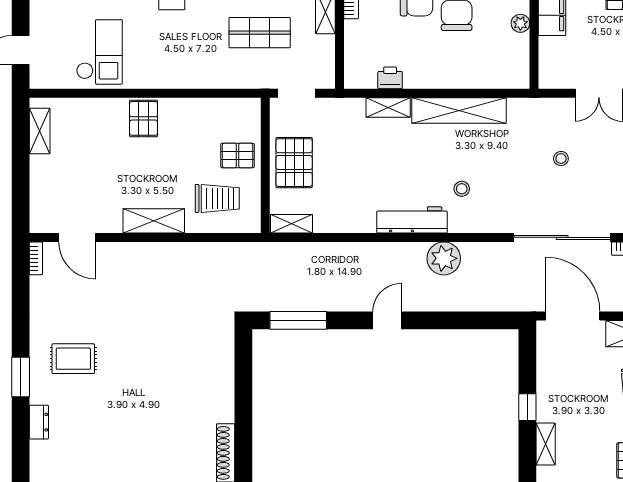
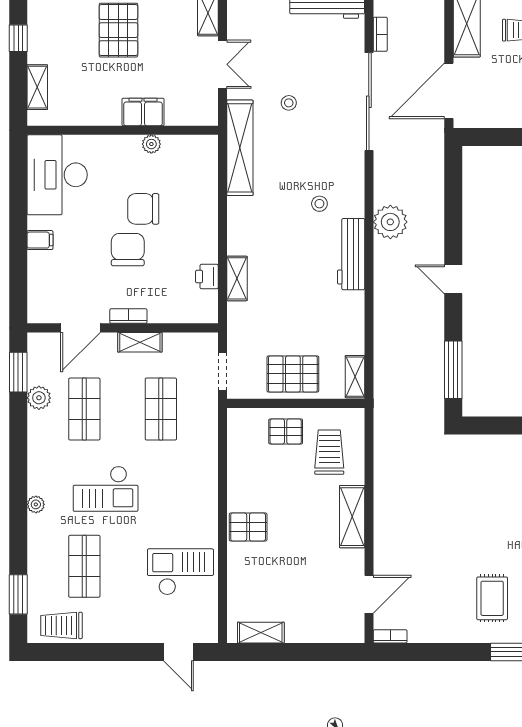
shelving: (459, 110) -> (240, 148), moved
pallet: (238, 155) -> (286, 431), turned 90

